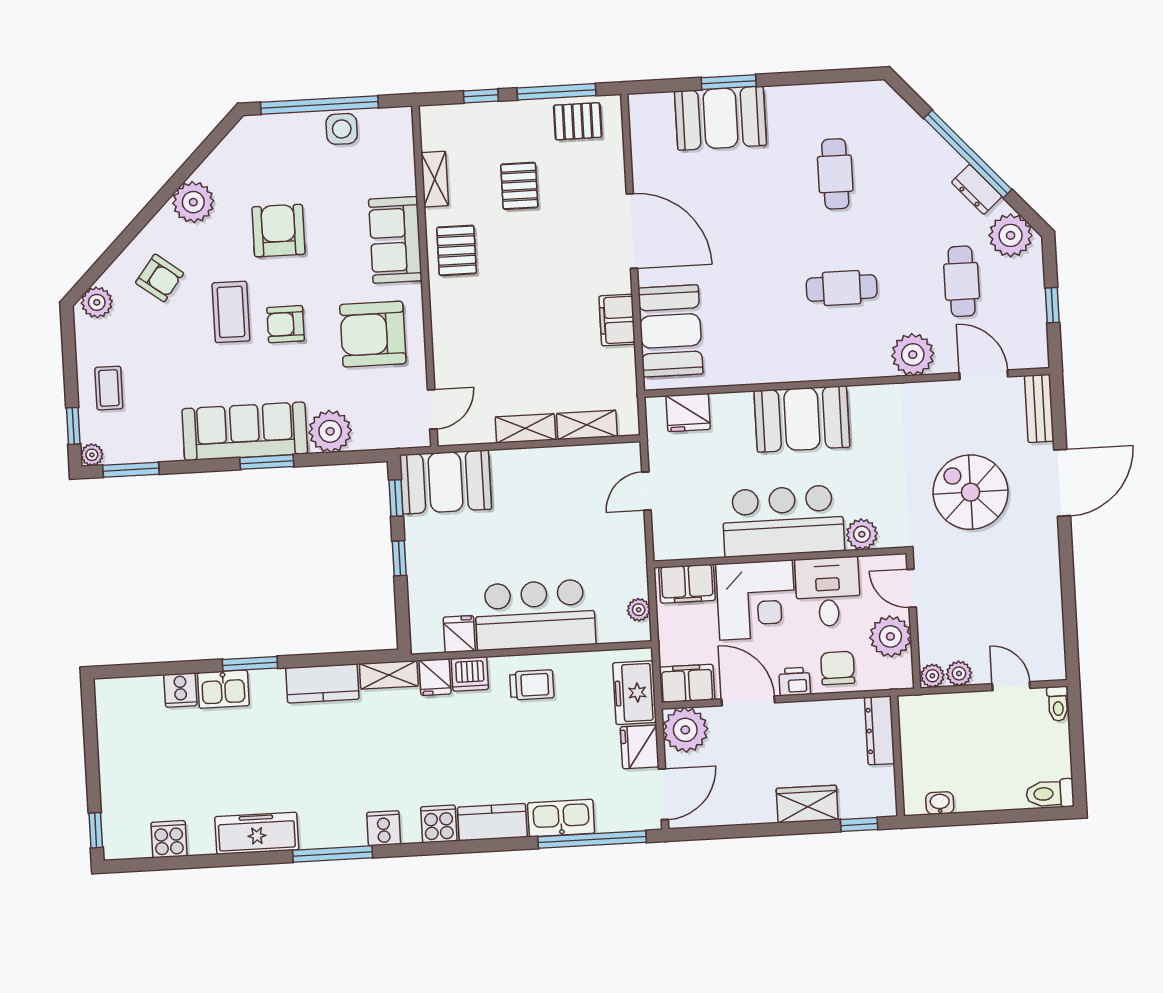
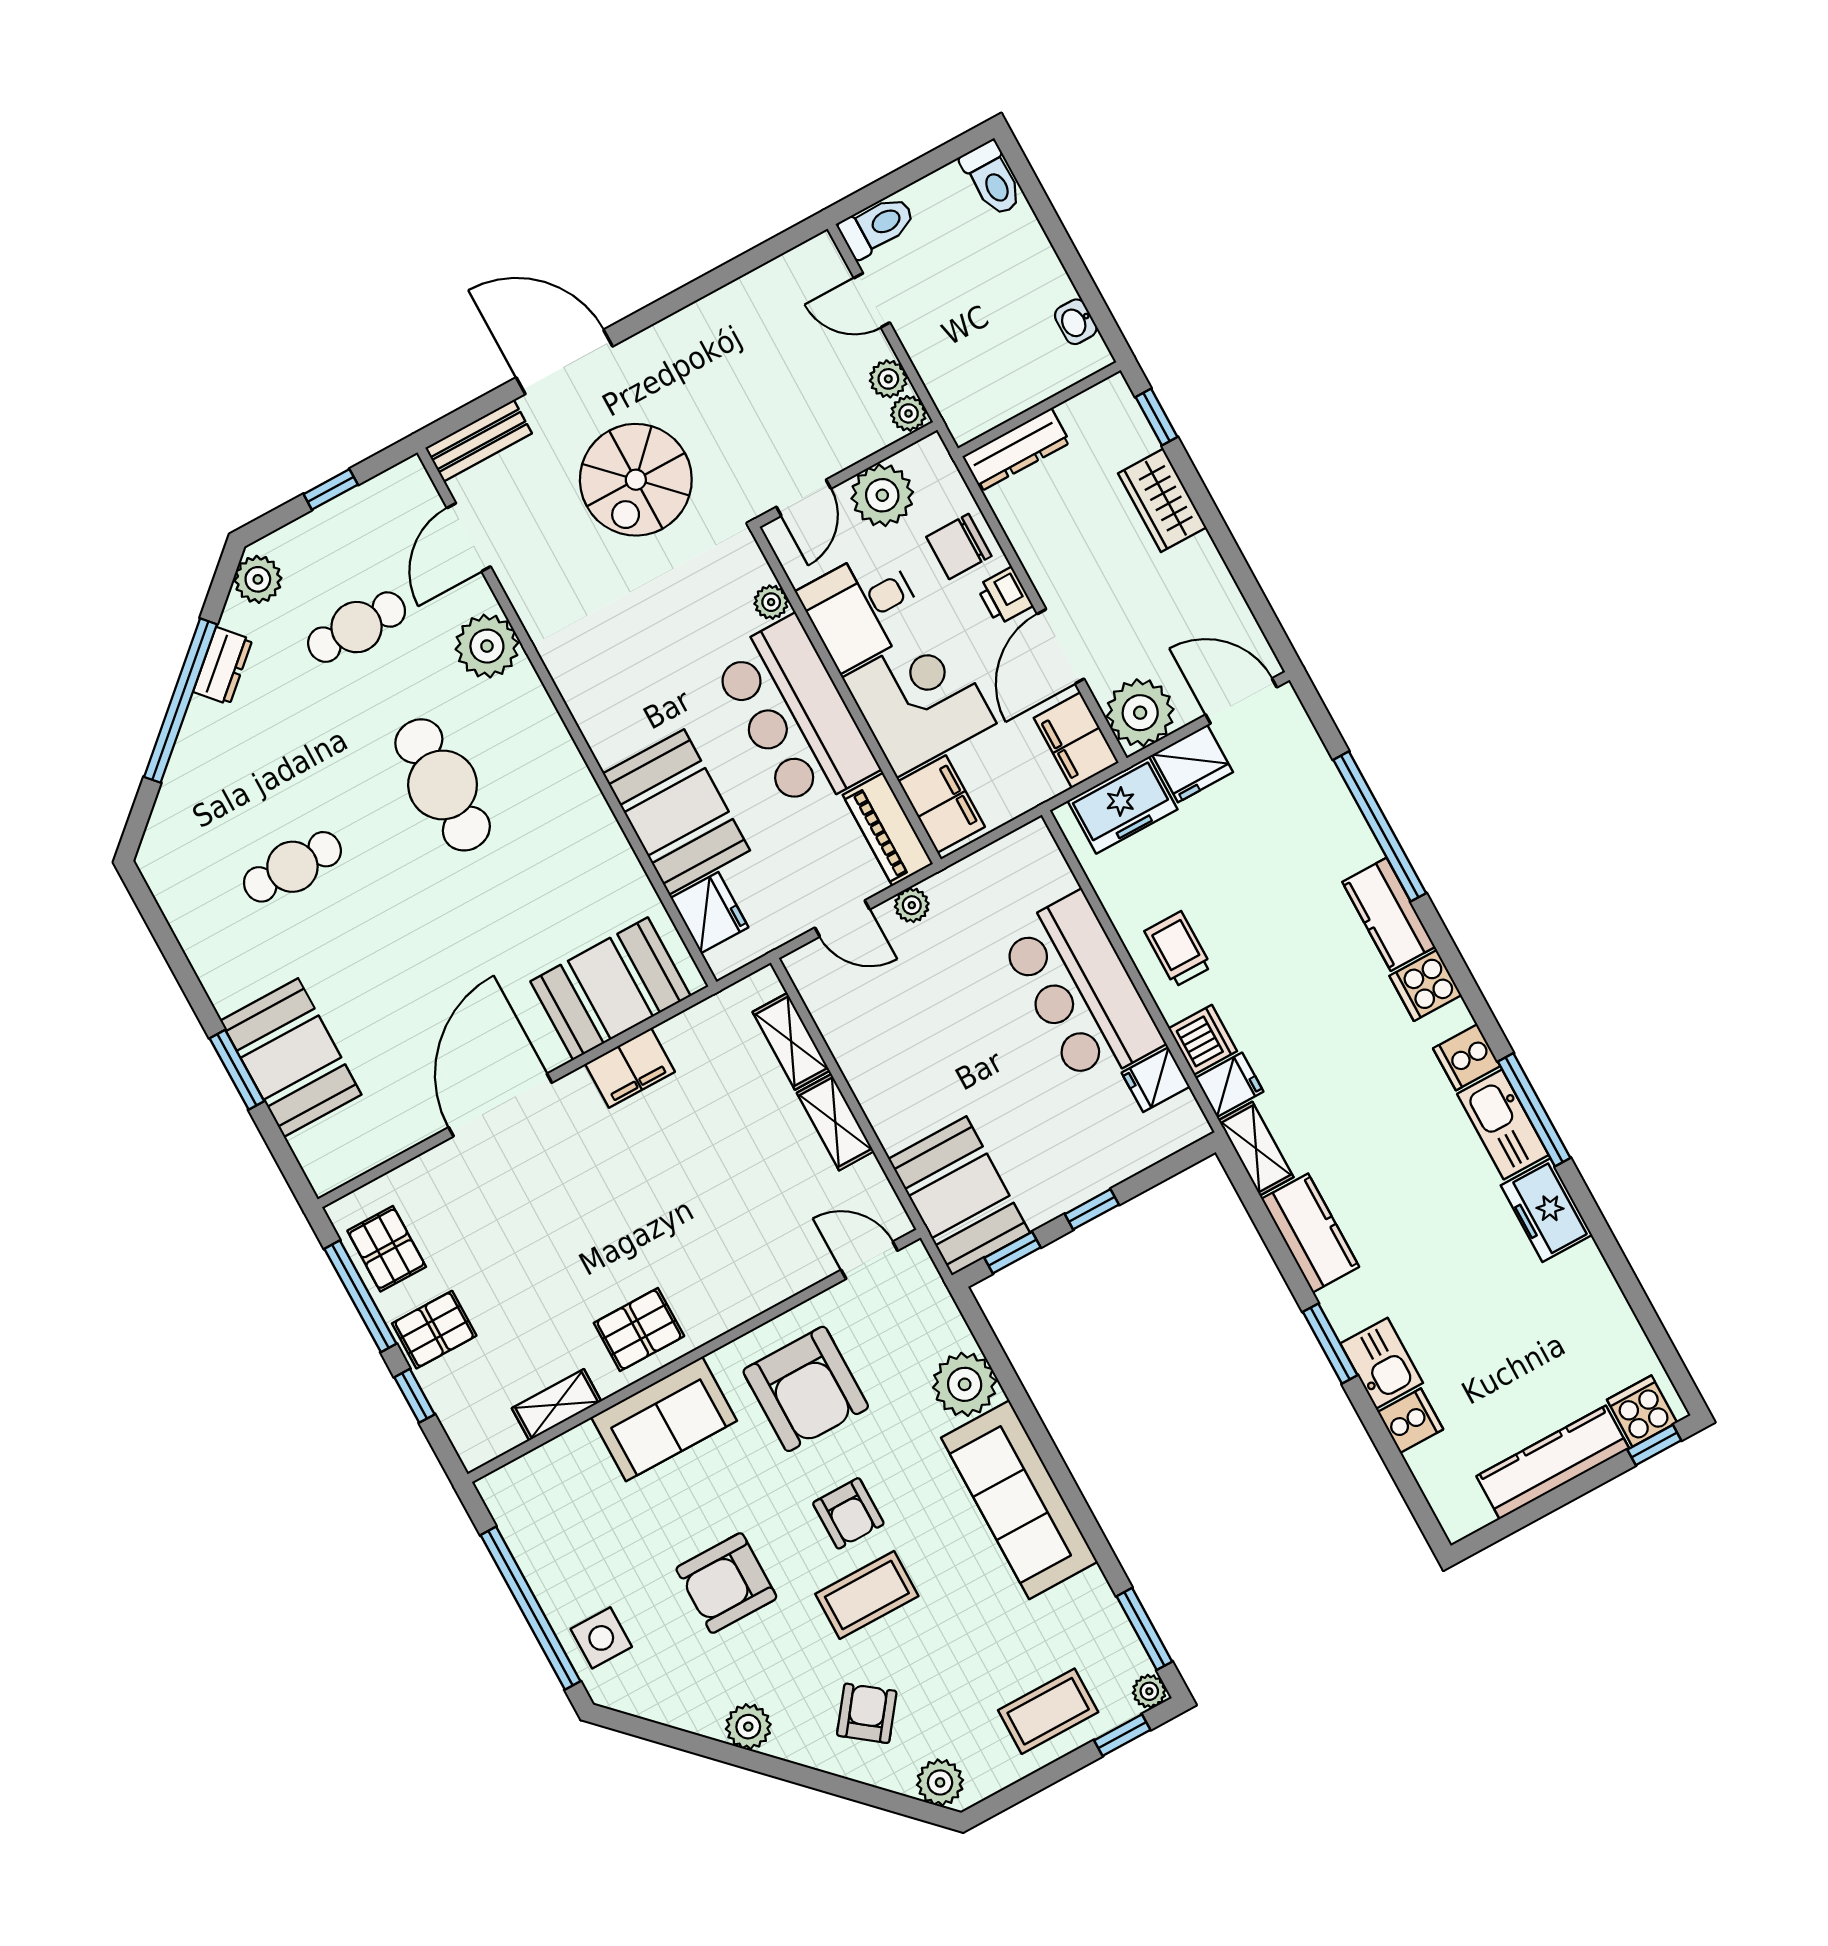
side table: (342, 129) -> (601, 1638), moved
pallet: (519, 186) -> (434, 1330), moved
plant: (193, 202) -> (748, 1727), width x0.73, depth x0.73
plant: (1011, 235) -> (258, 579), width x0.73, depth x0.73
cafe table: (842, 288) -> (443, 785), width x1.37, depth x1.35
coffee table: (109, 388) -> (1048, 1711), width x1.36, depth x1.30
booth: (802, 419) -> (676, 812), moved
window: (267, 462) -> (1047, 1450), removed
plant: (862, 534) -> (771, 602), width x0.73, depth x0.73
piano: (687, 544) -> (888, 829), added
plant: (639, 610) -> (912, 905), moved
door: (1011, 686) -> (872, 300), hinge flipped
toilet: (1058, 704) -> (877, 226), width x1.37, depth x1.39
kitchen counter: (114, 764) -> (1553, 1462), added
kitchen sink: (561, 818) -> (1503, 1124), moved
freezer: (257, 833) -> (1546, 1210), width x0.71
cooker: (169, 839) -> (1642, 1411), moved, turned 90
window: (592, 839) -> (1380, 826), moved

